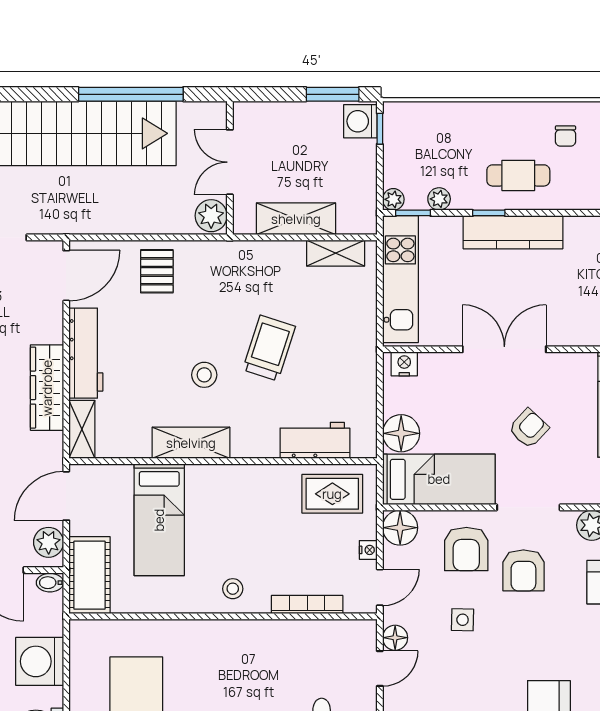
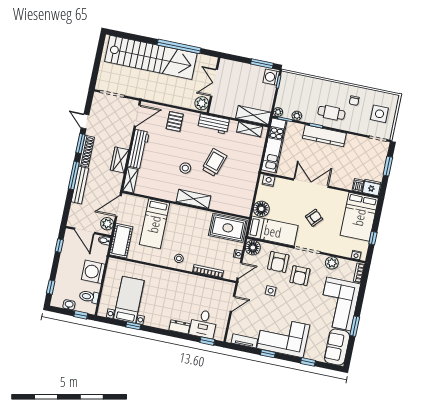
shelving: (296, 219) -> (253, 115), moved
wardrobe: (47, 388) -> (120, 160), width x0.67
workbench: (315, 440) -> (213, 124), moved, turned 180
shelving: (191, 443) -> (194, 199), moved
rug: (332, 494) -> (228, 228), width x1.36, depth x1.43
floor lamp: (395, 638) -> (241, 292), removed

